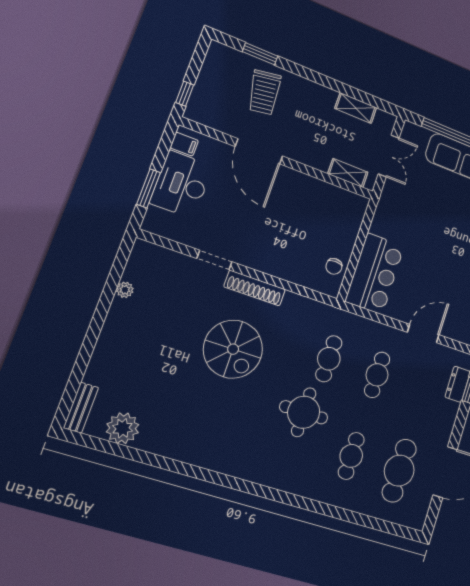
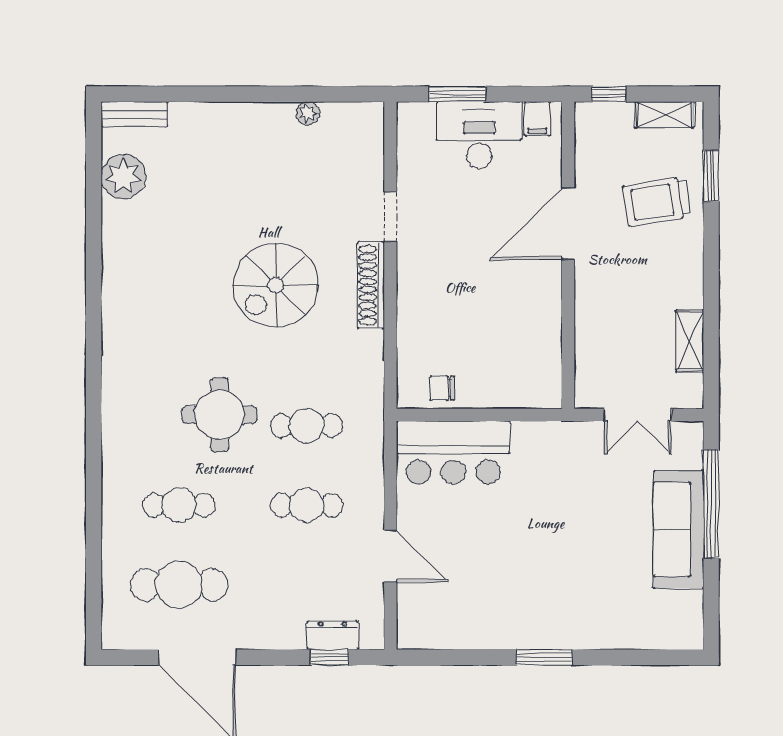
shelving: (348, 173) -> (664, 115), moved, turned 90

